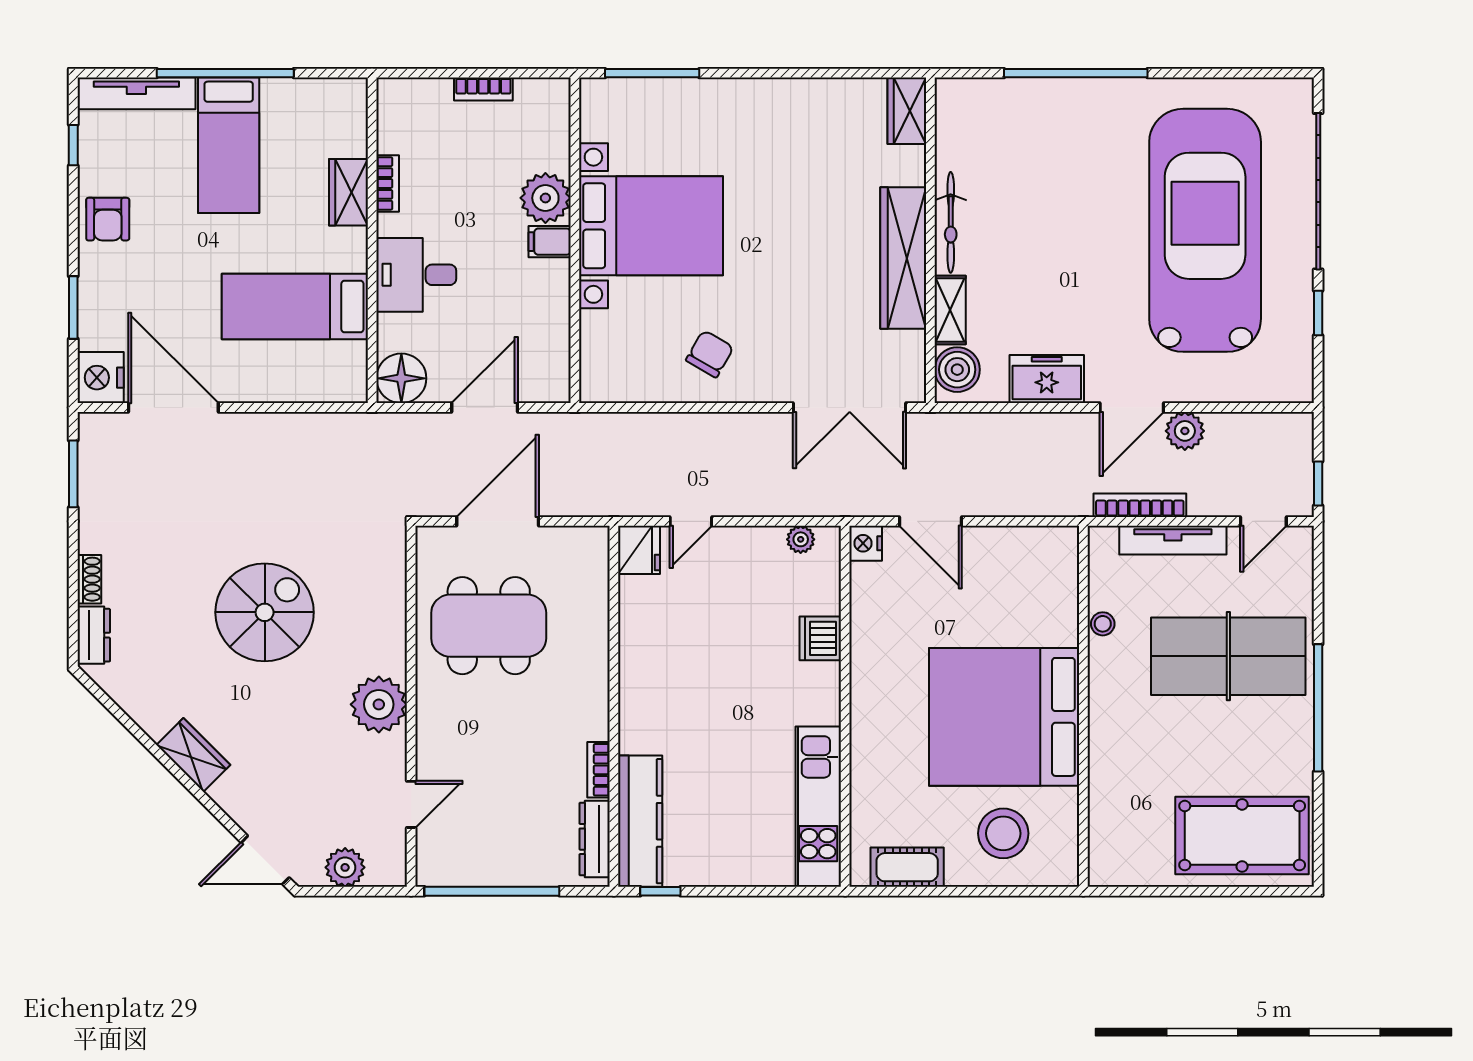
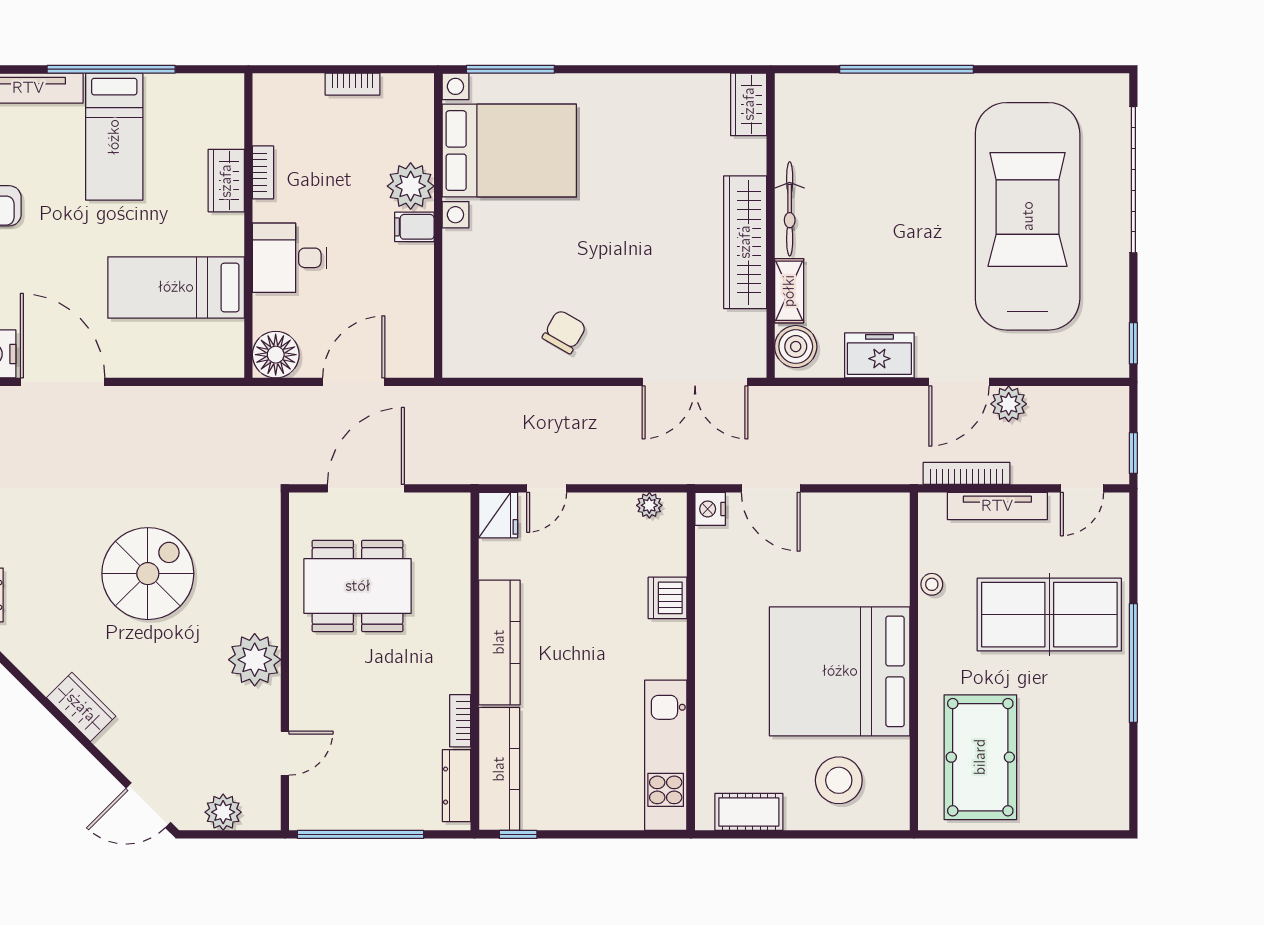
bed with nightstands: (651, 226) -> (509, 151), moved
window: (1318, 313) -> (1133, 343), moved
kitchen counter: (640, 686) -> (499, 642), added
pool table: (1242, 835) -> (980, 757), moved, turned 90

